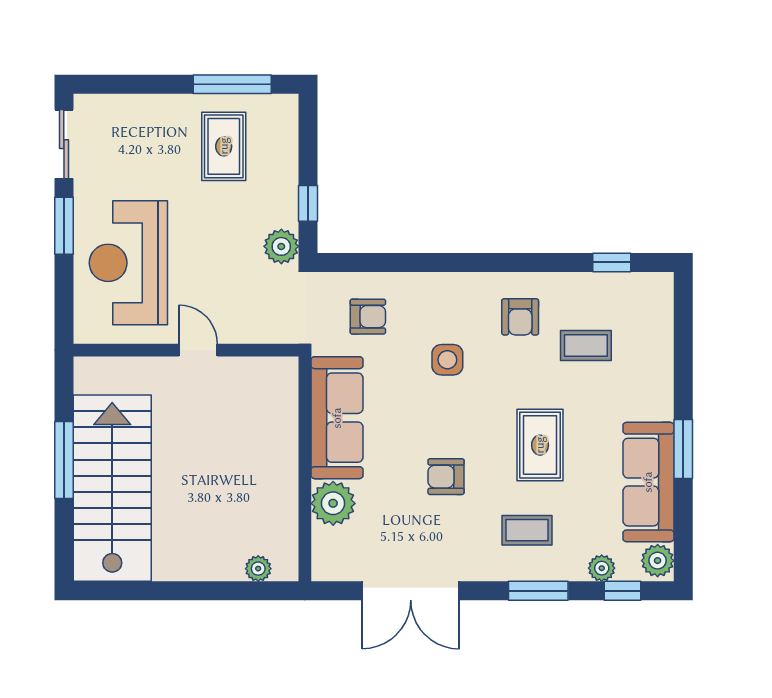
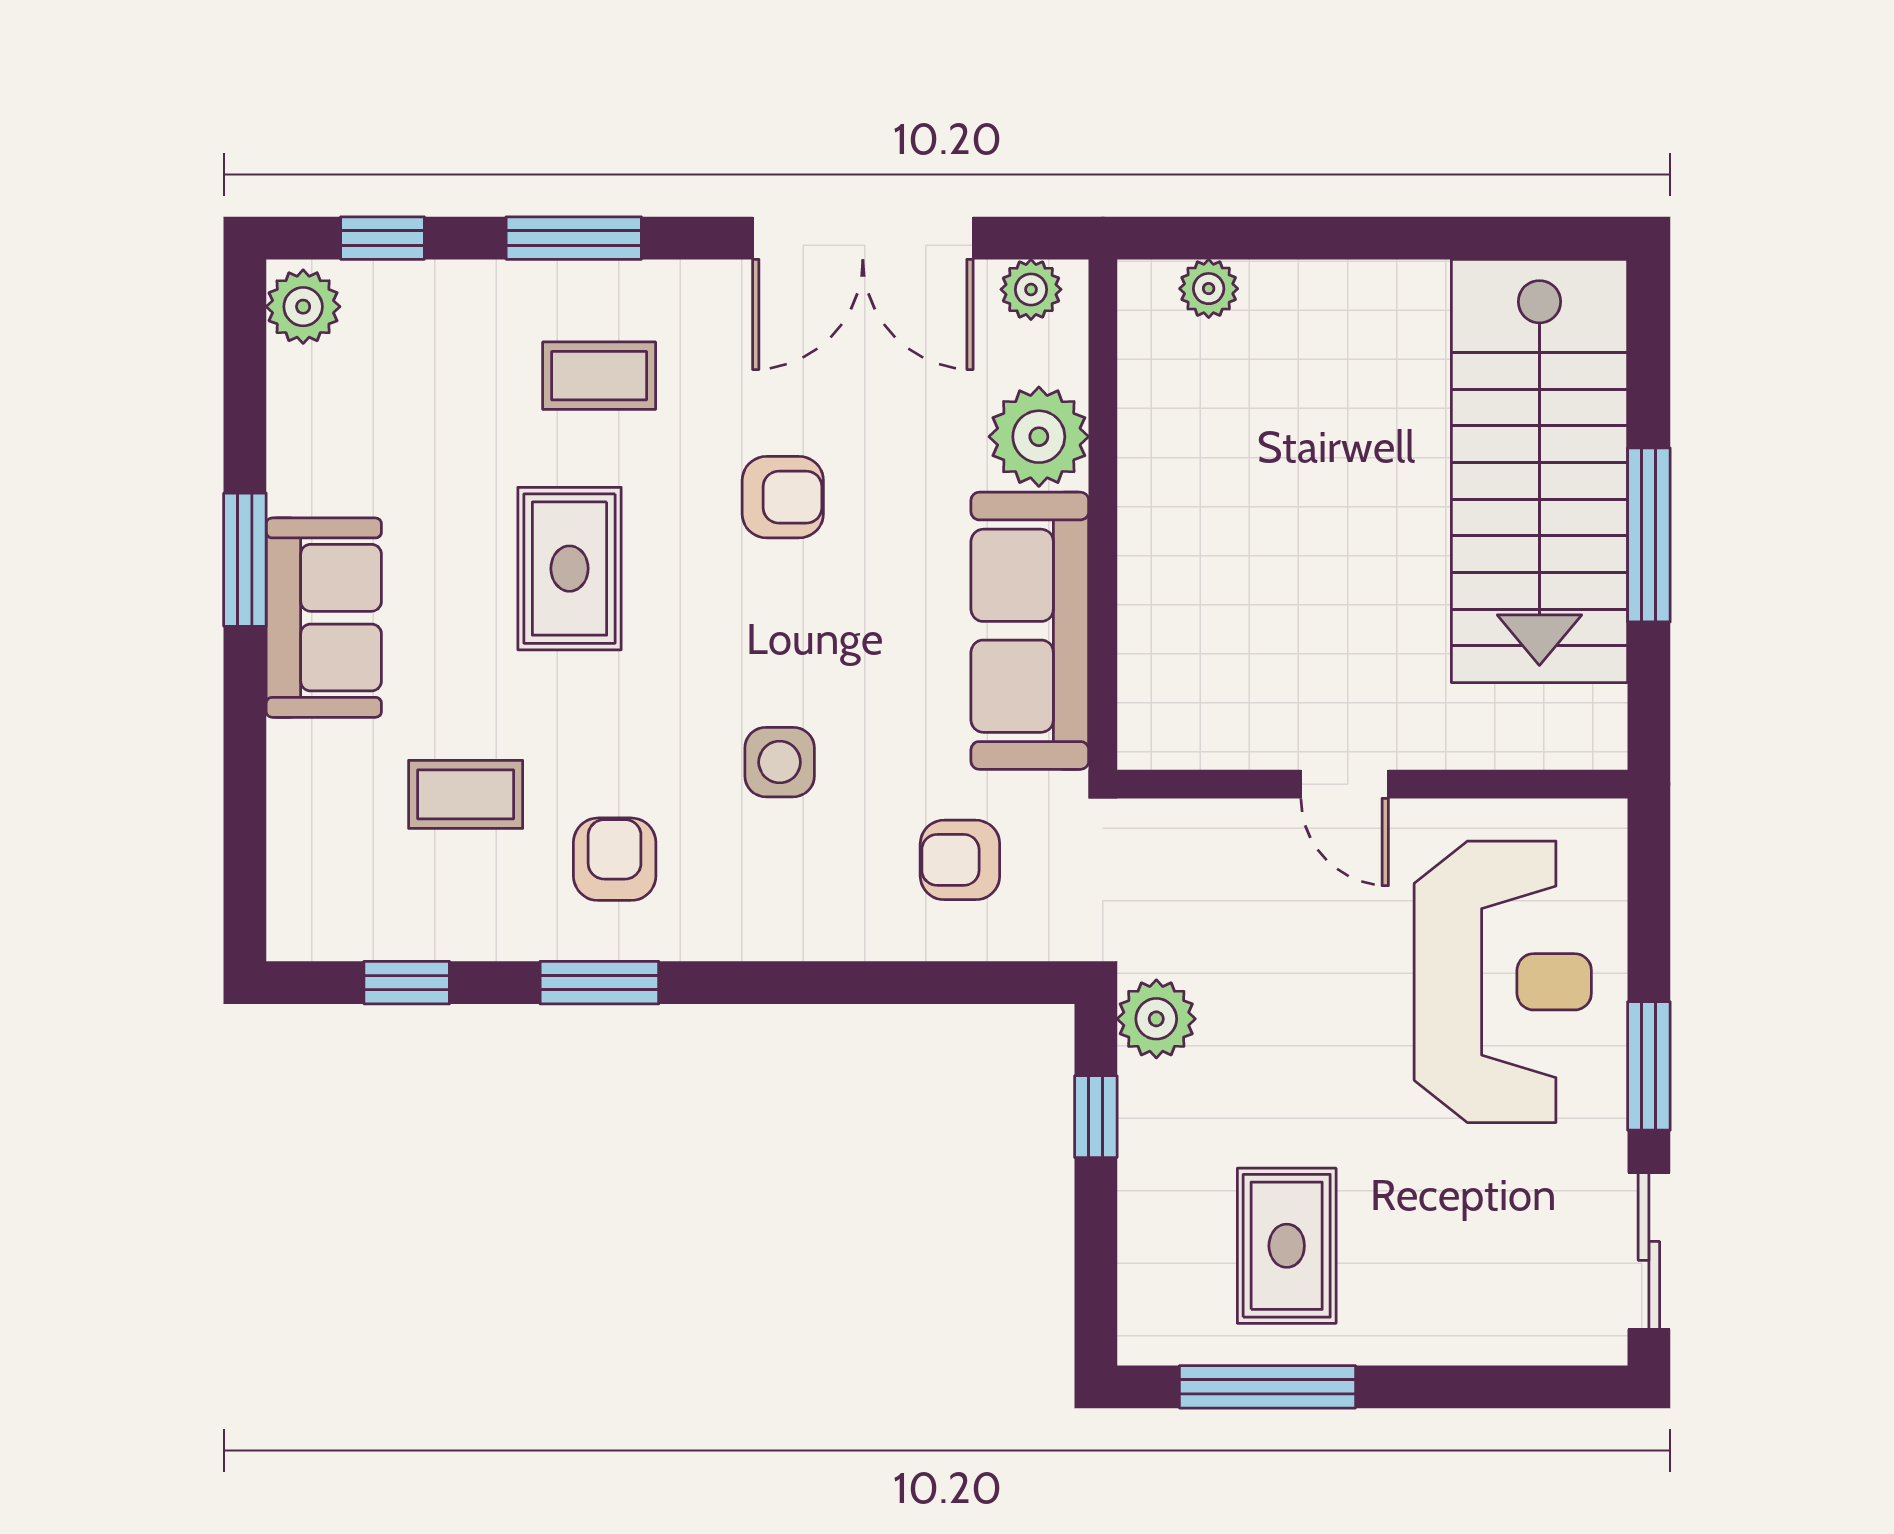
window: (527, 262) -> (599, 983), added
sofa: (648, 482) -> (324, 618), moved, width x0.73
plant: (602, 568) -> (1031, 289), moved
double door: (411, 591) -> (863, 238), swing flipped

